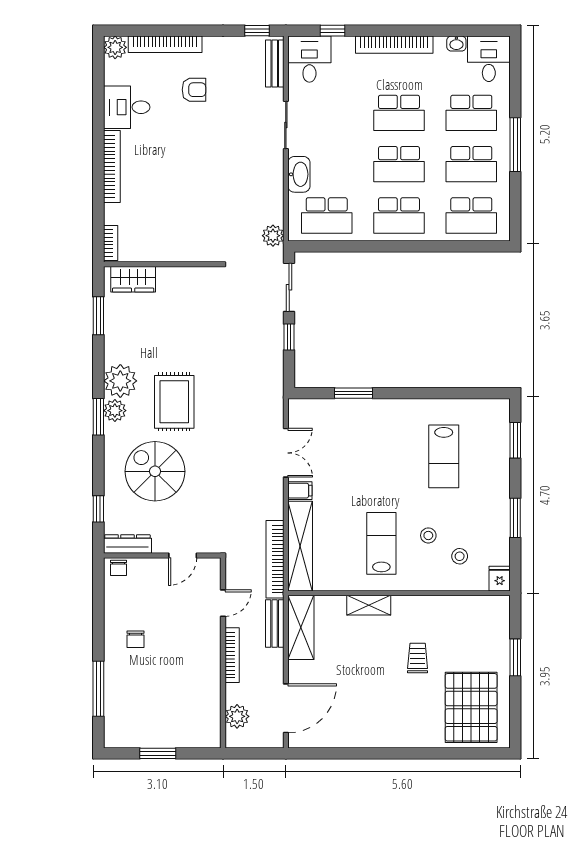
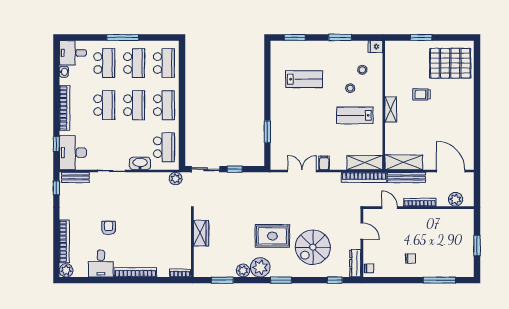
desk: (309, 59) -> (73, 153), width x1.37
armchair: (194, 90) -> (109, 228), moved
wardrobe: (133, 279) -> (201, 233), moved
plant: (115, 411) -> (243, 271), moved
shelving: (300, 546) -> (365, 163), width x0.68
shelving: (369, 605) -> (391, 109), moved
bench: (275, 624) -> (407, 178), width x1.36

